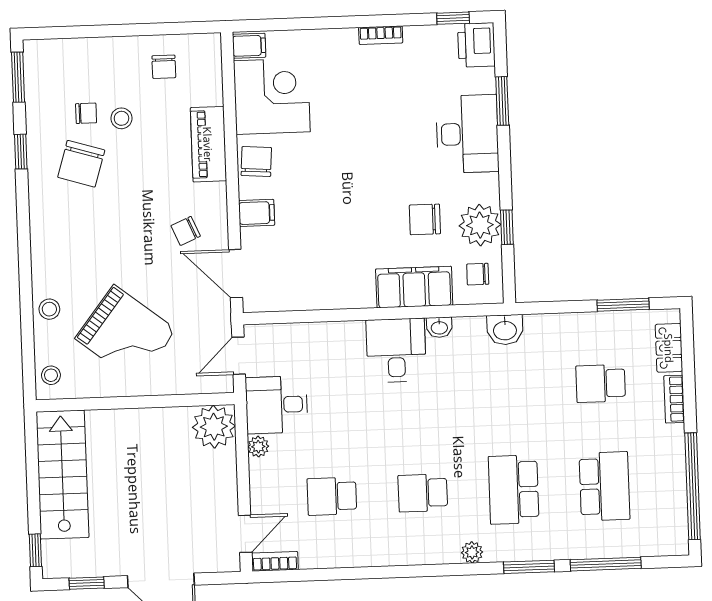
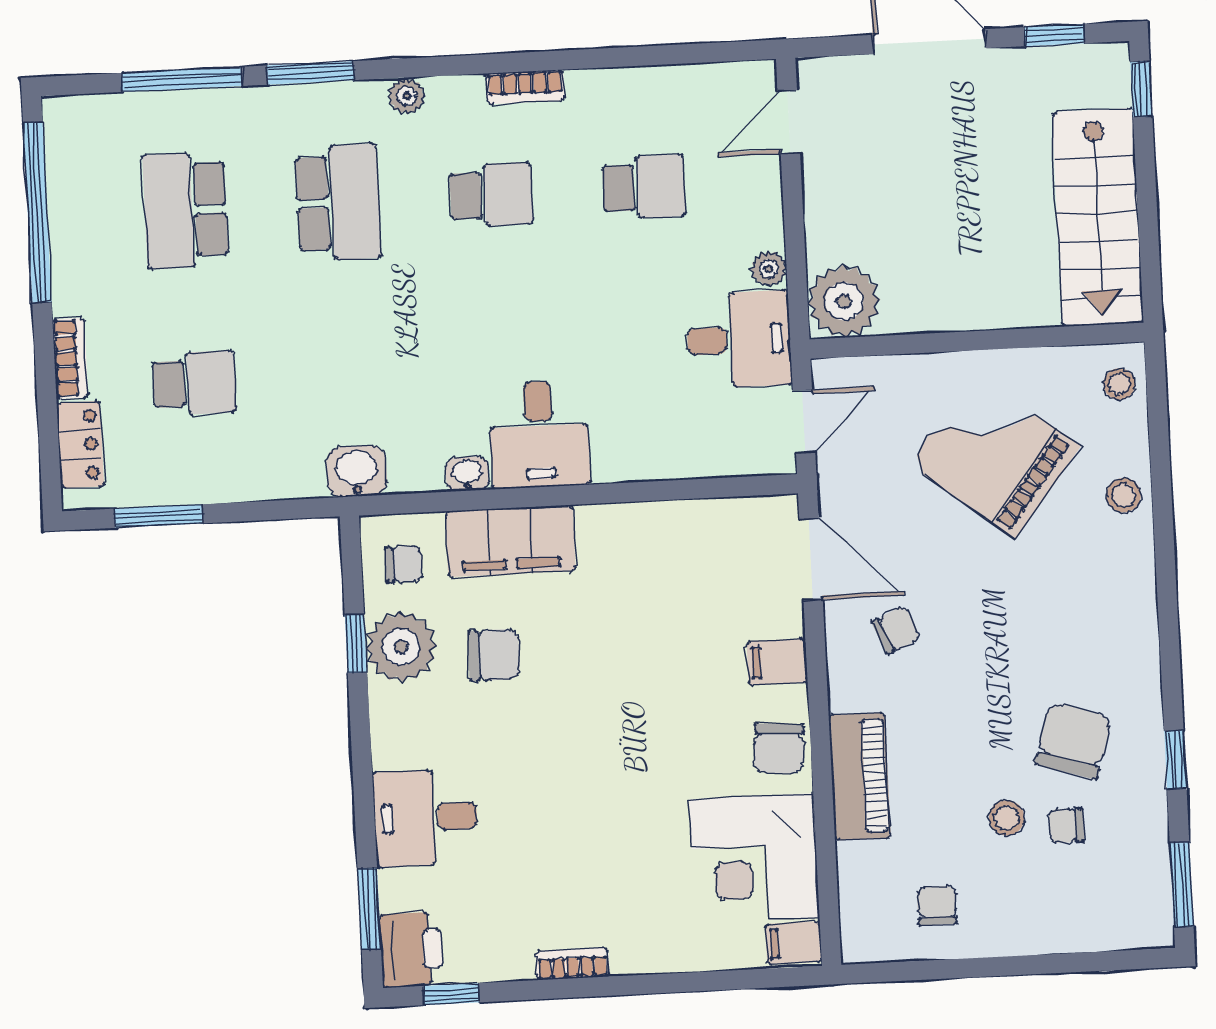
window: (502, 101) -> (369, 909), moved
desk: (467, 134) -> (425, 818), width x0.73
bookcase: (275, 561) -> (525, 87), moved

